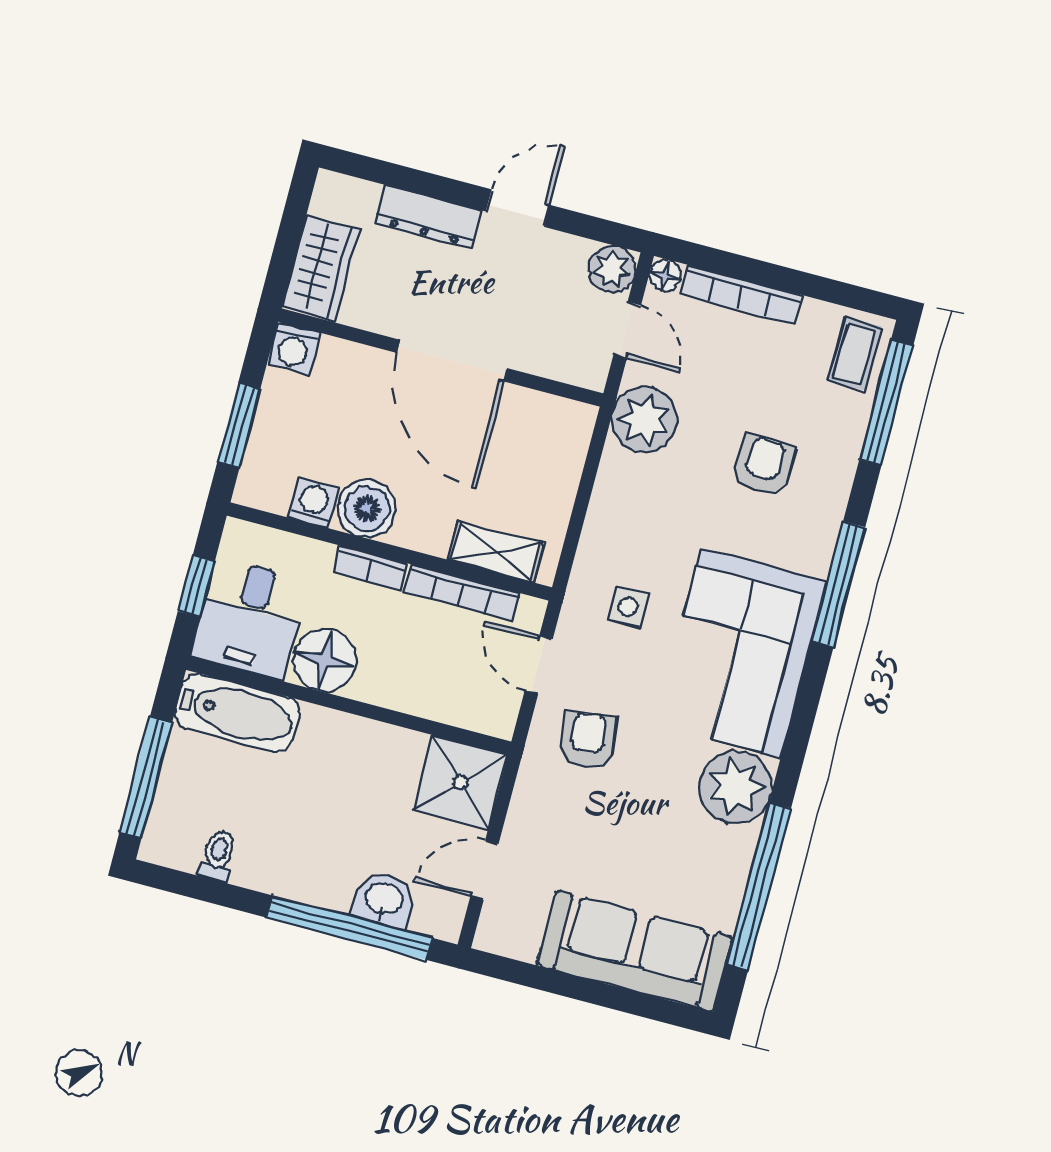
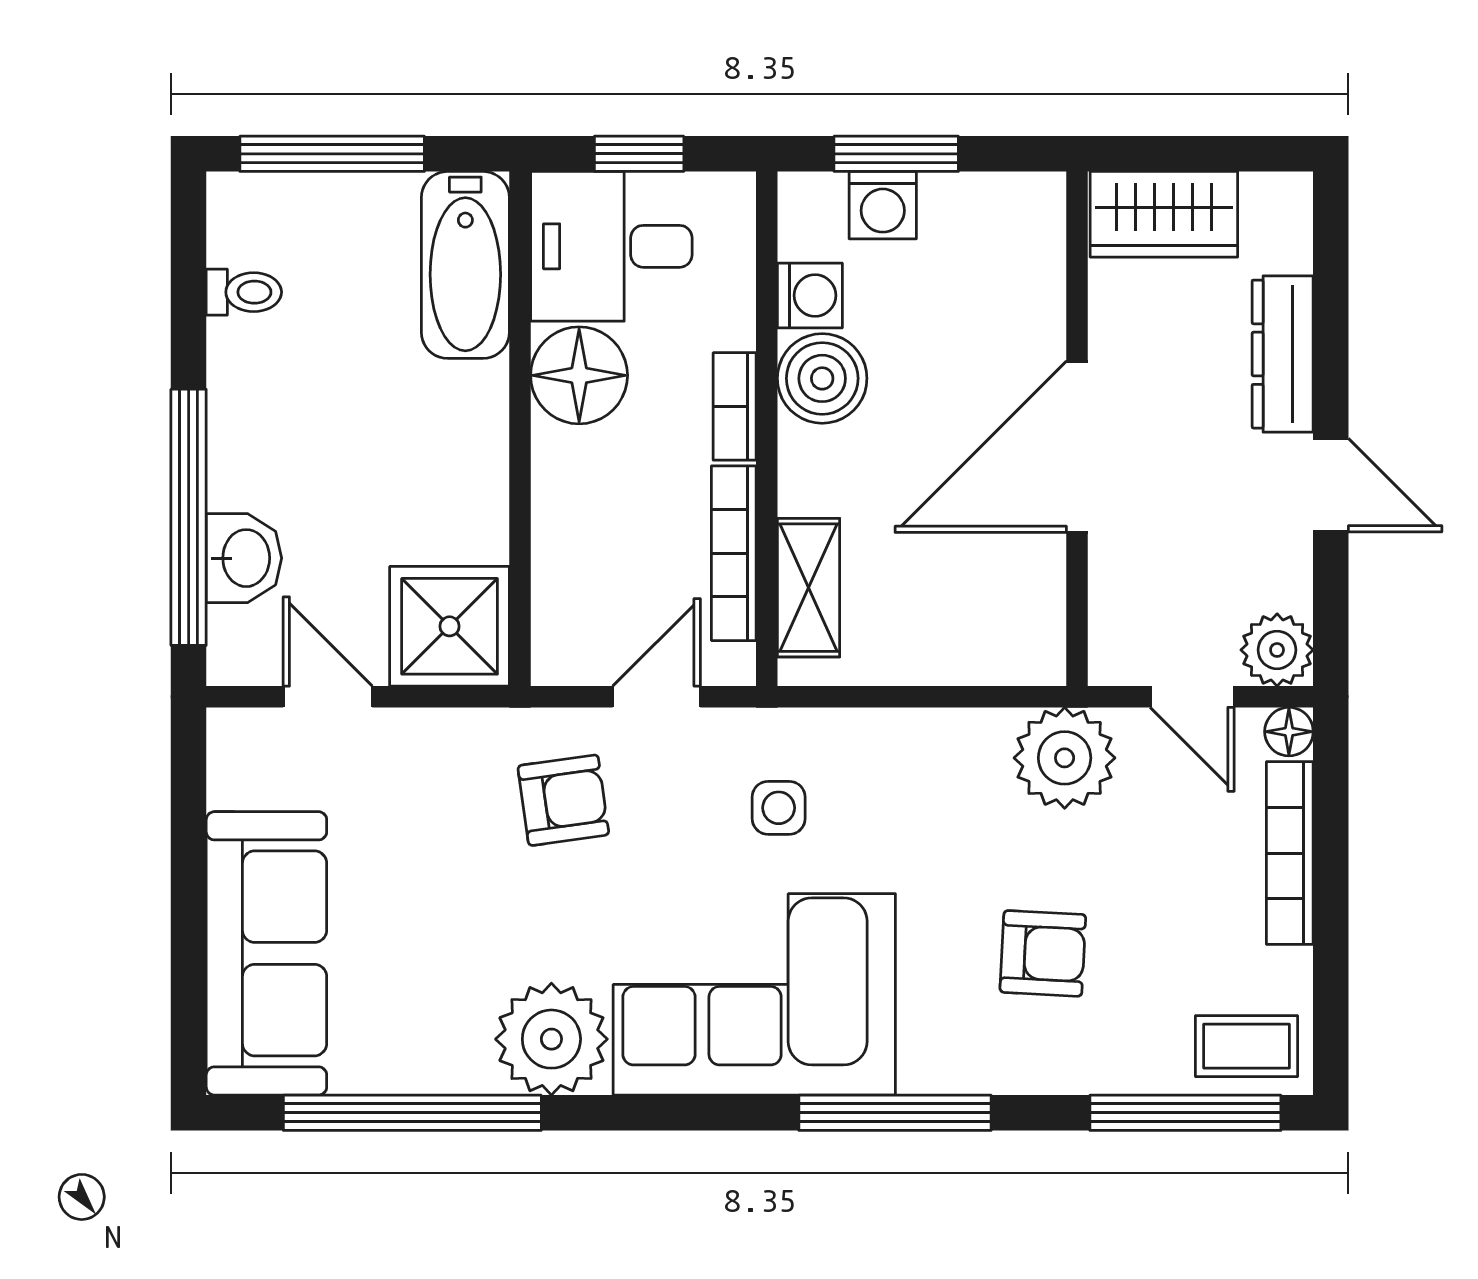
door: (627, 330) -> (1192, 697), hinge flipped
washing machine: (294, 348) -> (883, 205), moved, turned -90

